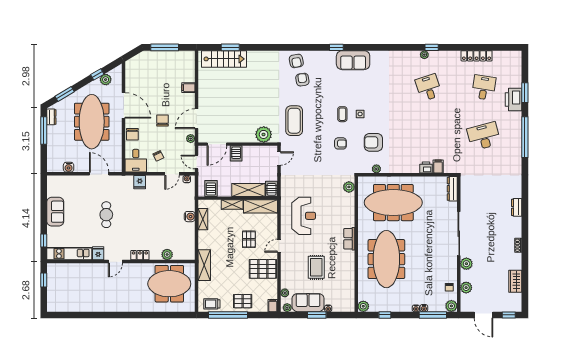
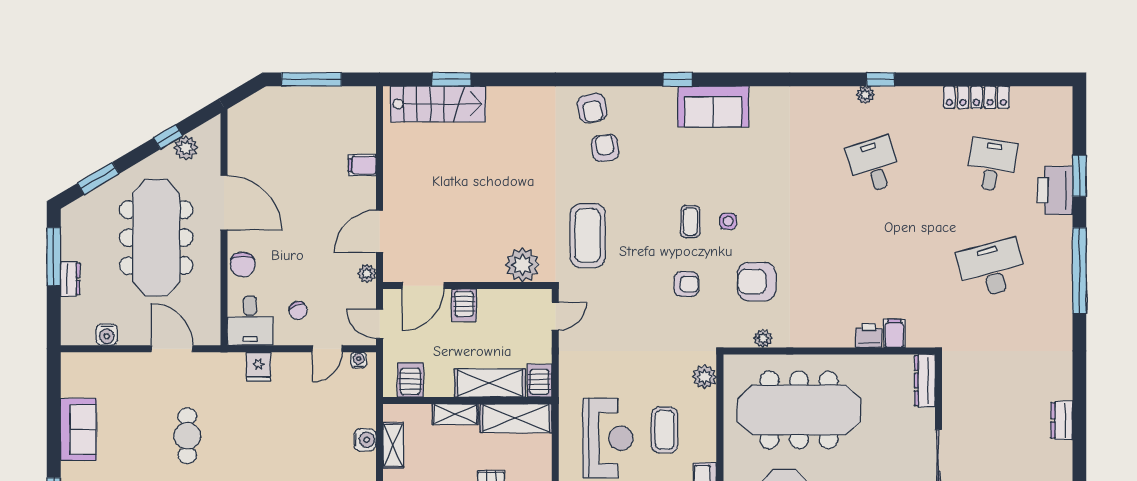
dresser: (51, 117) -> (70, 279), moved
chair: (163, 120) -> (307, 235), removed
coffee table: (330, 212) -> (665, 430), added

